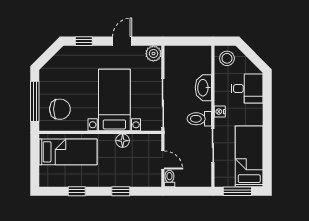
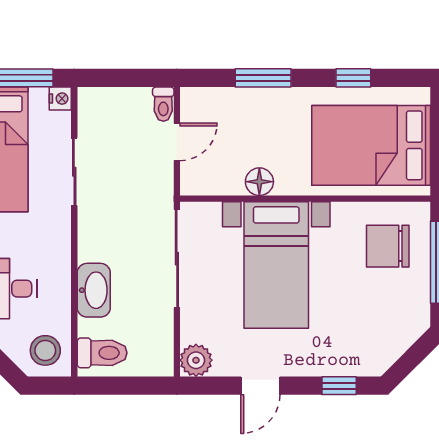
nightstand: (220, 112) -> (60, 99), moved
toilet: (199, 119) -> (102, 353), moved
bed: (68, 152) -> (371, 145), width x1.50
door: (163, 160) -> (177, 142), swing flipped
window: (121, 191) -> (263, 78), width x1.50

